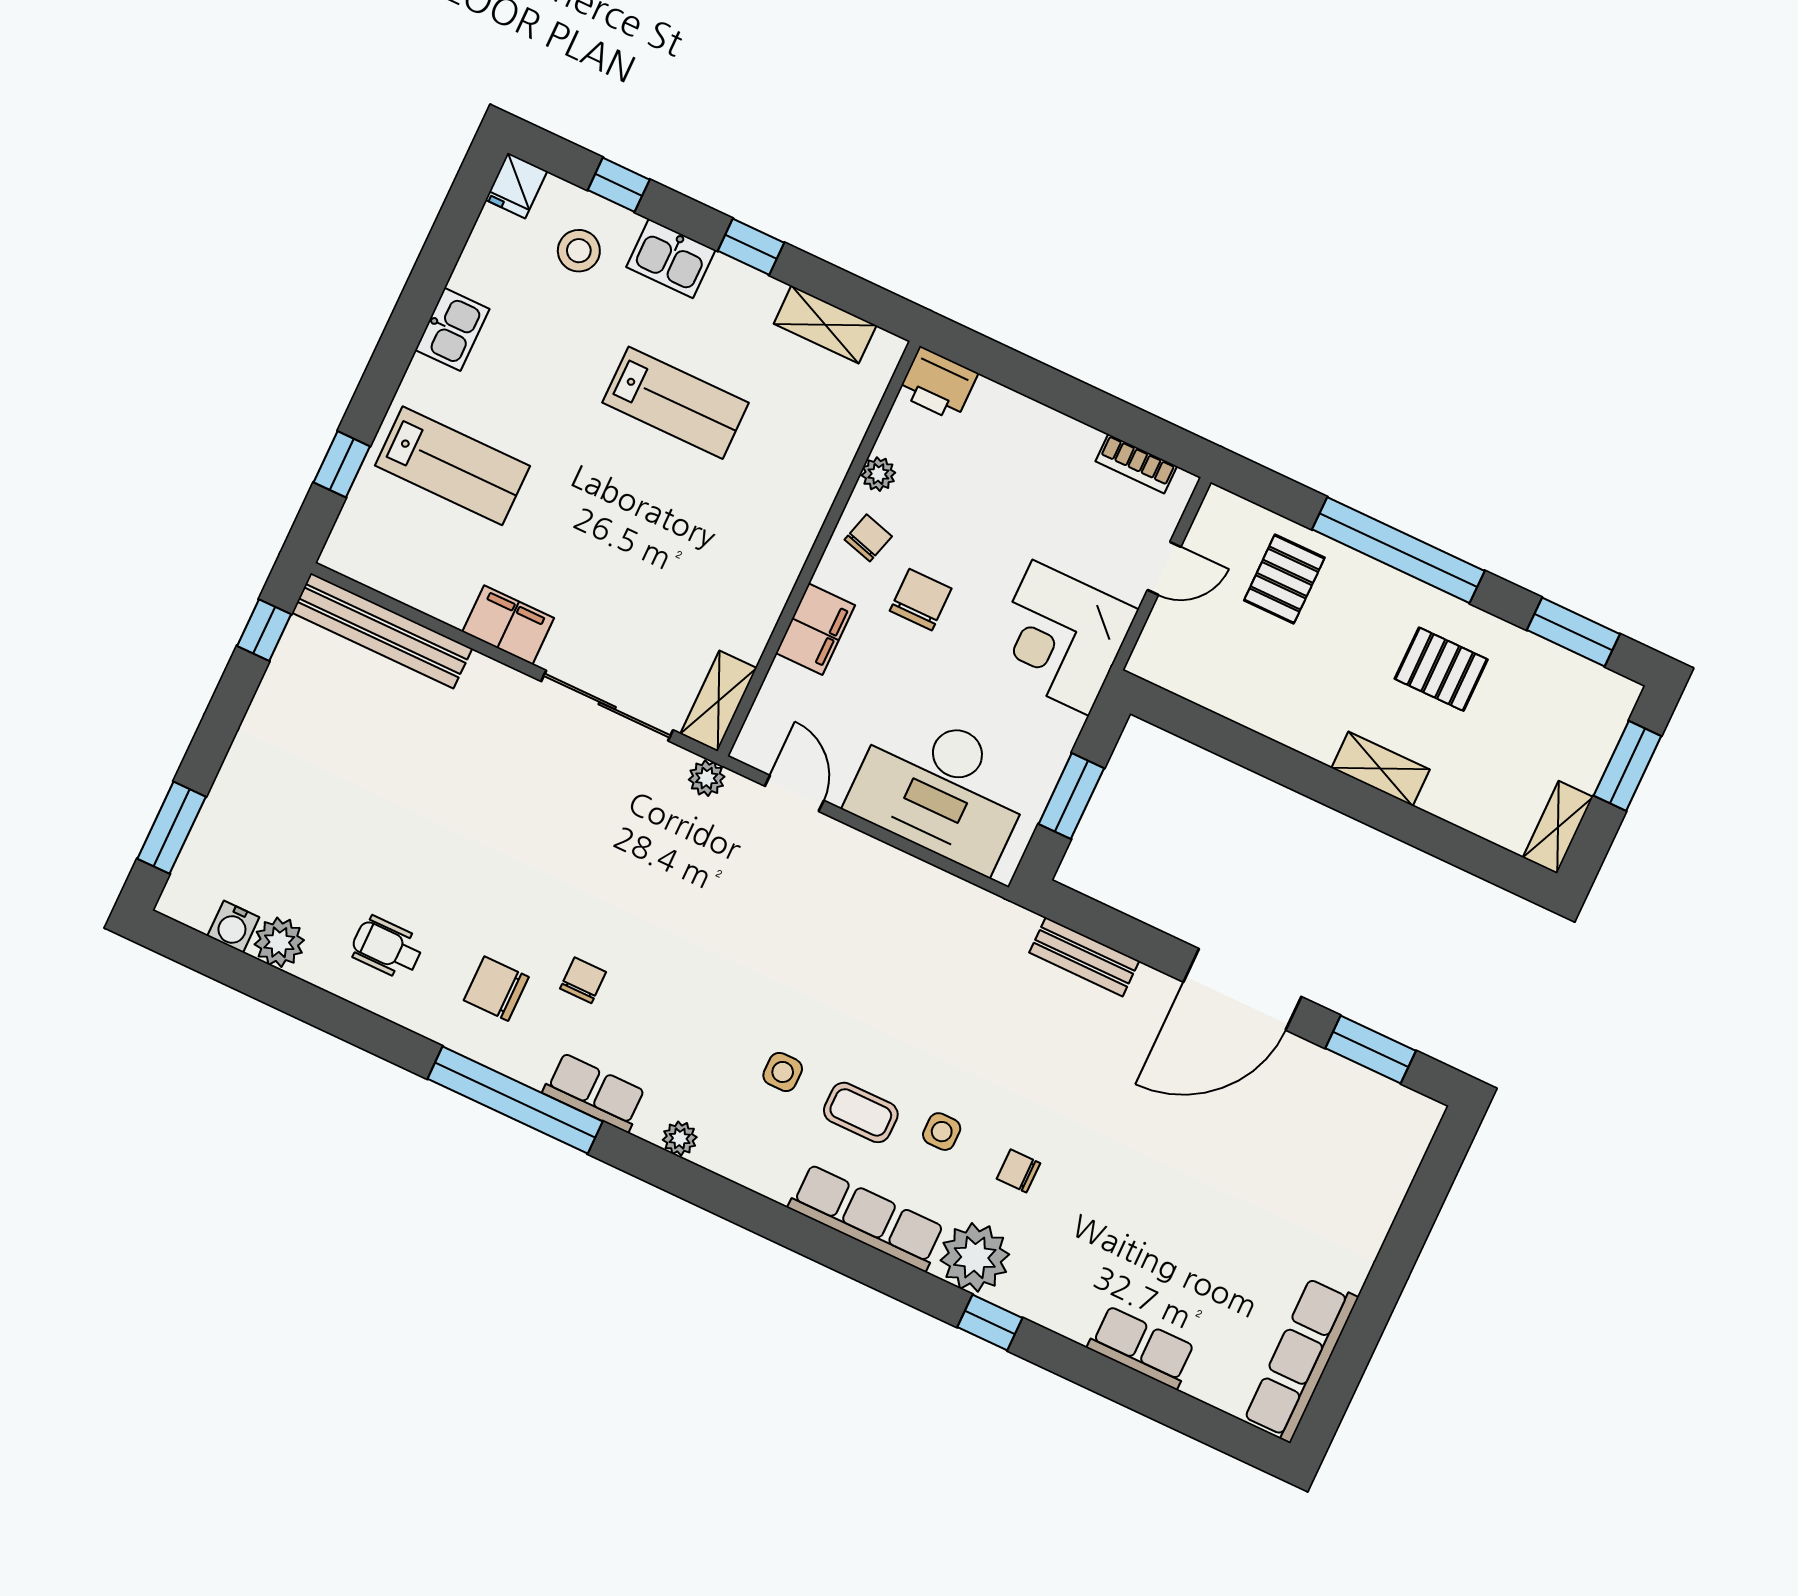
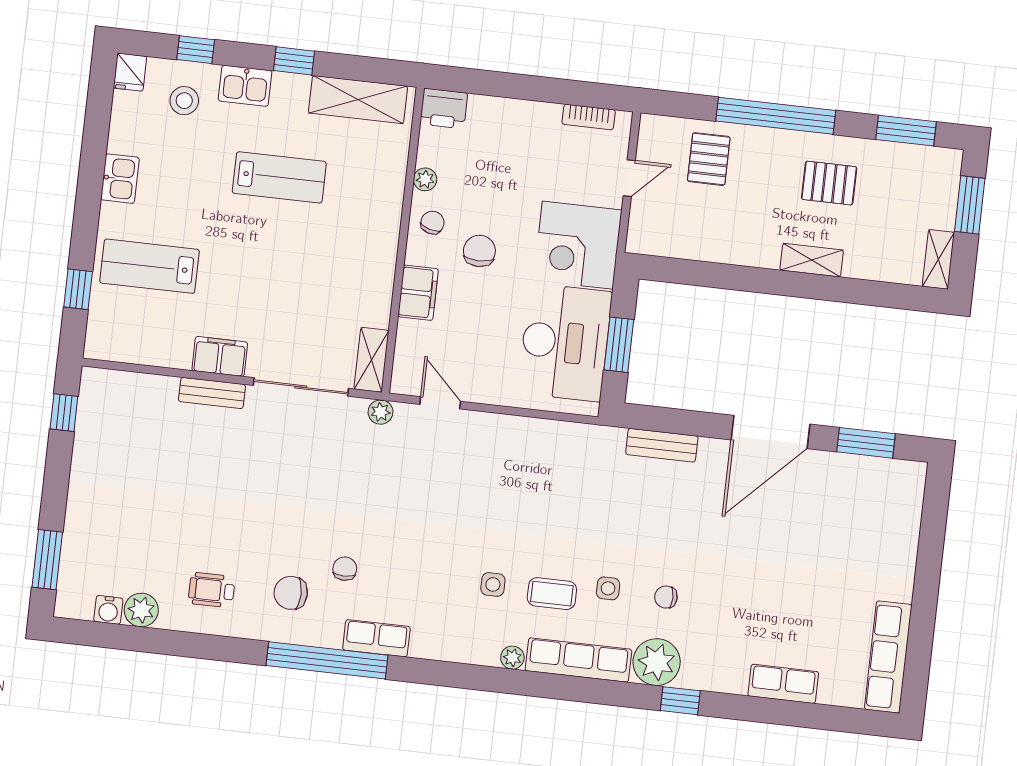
shelving: (825, 325) -> (358, 100), width x1.50, depth x1.33
lab bench: (452, 466) -> (150, 266), turned 180
bench: (382, 631) -> (212, 393), moved, width x0.54, depth x0.82
desk: (941, 788) -> (565, 342), moved, turned -90
plant: (680, 1138) -> (512, 658), moved

